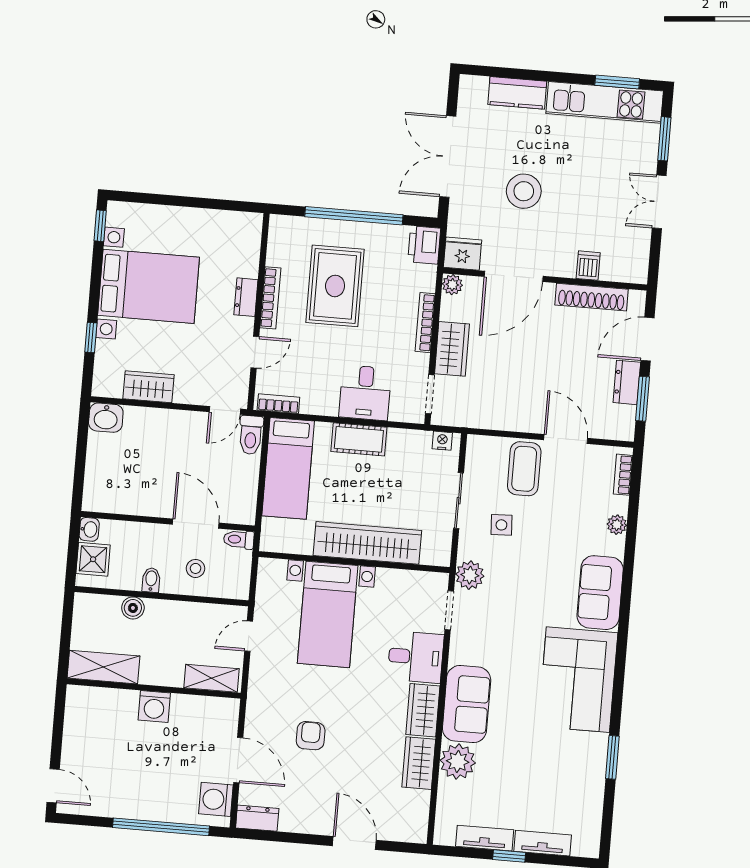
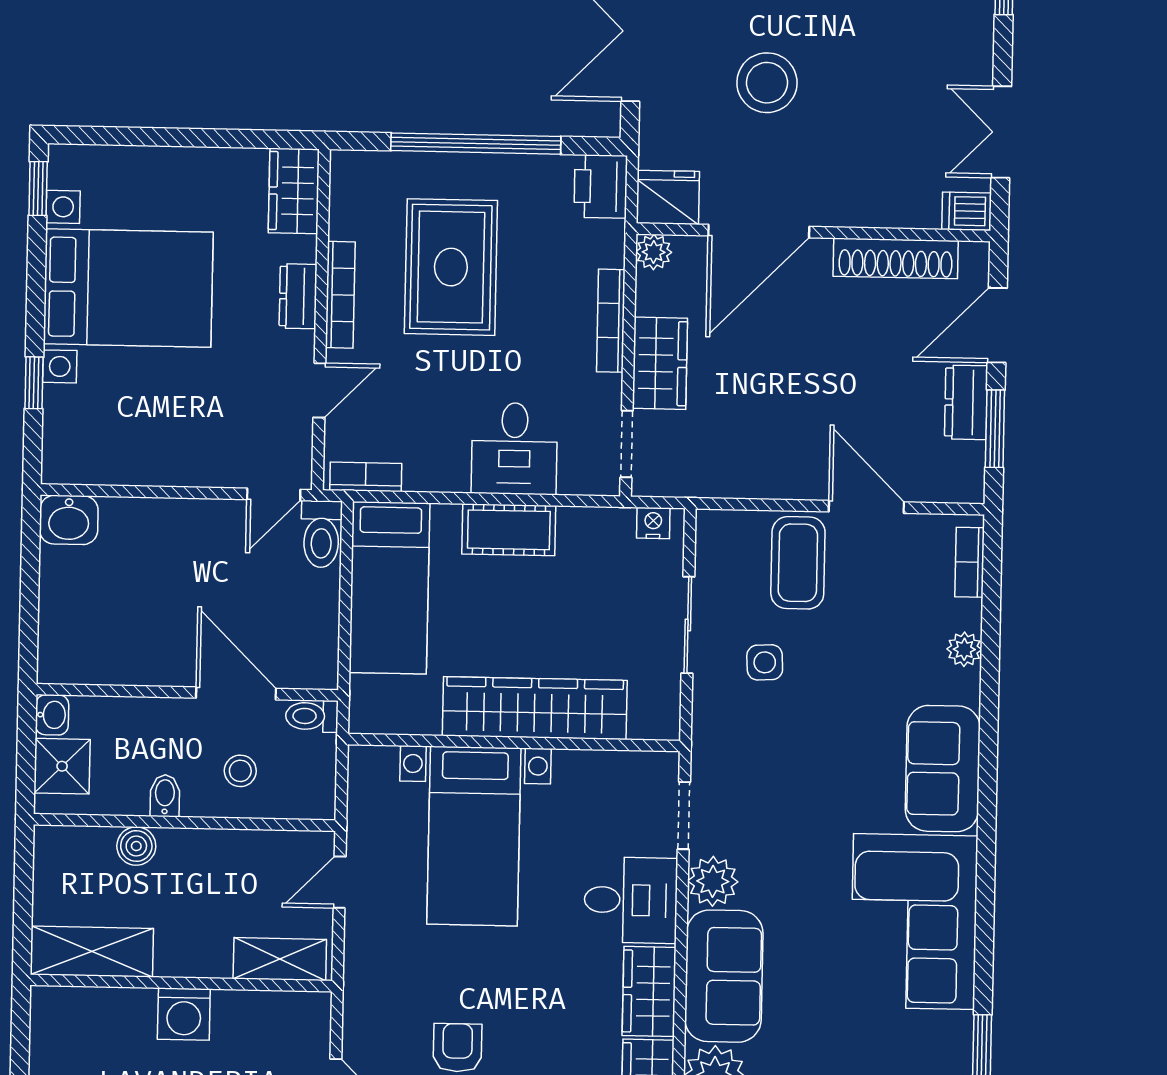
double door: (659, 202) -> (1001, 132), moved
dishwasher: (588, 266) -> (967, 211), moved, turned -90
wardrobe: (148, 387) -> (294, 191), moved, turned -90
plant: (470, 575) -> (713, 881), moved

